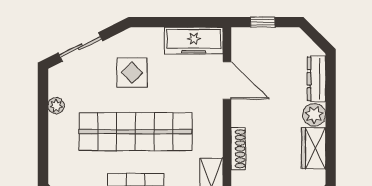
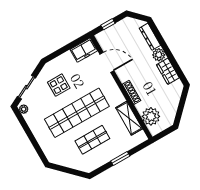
freezer: (194, 41) -> (84, 50), width x0.71
plant: (56, 106) -> (24, 109), moved

